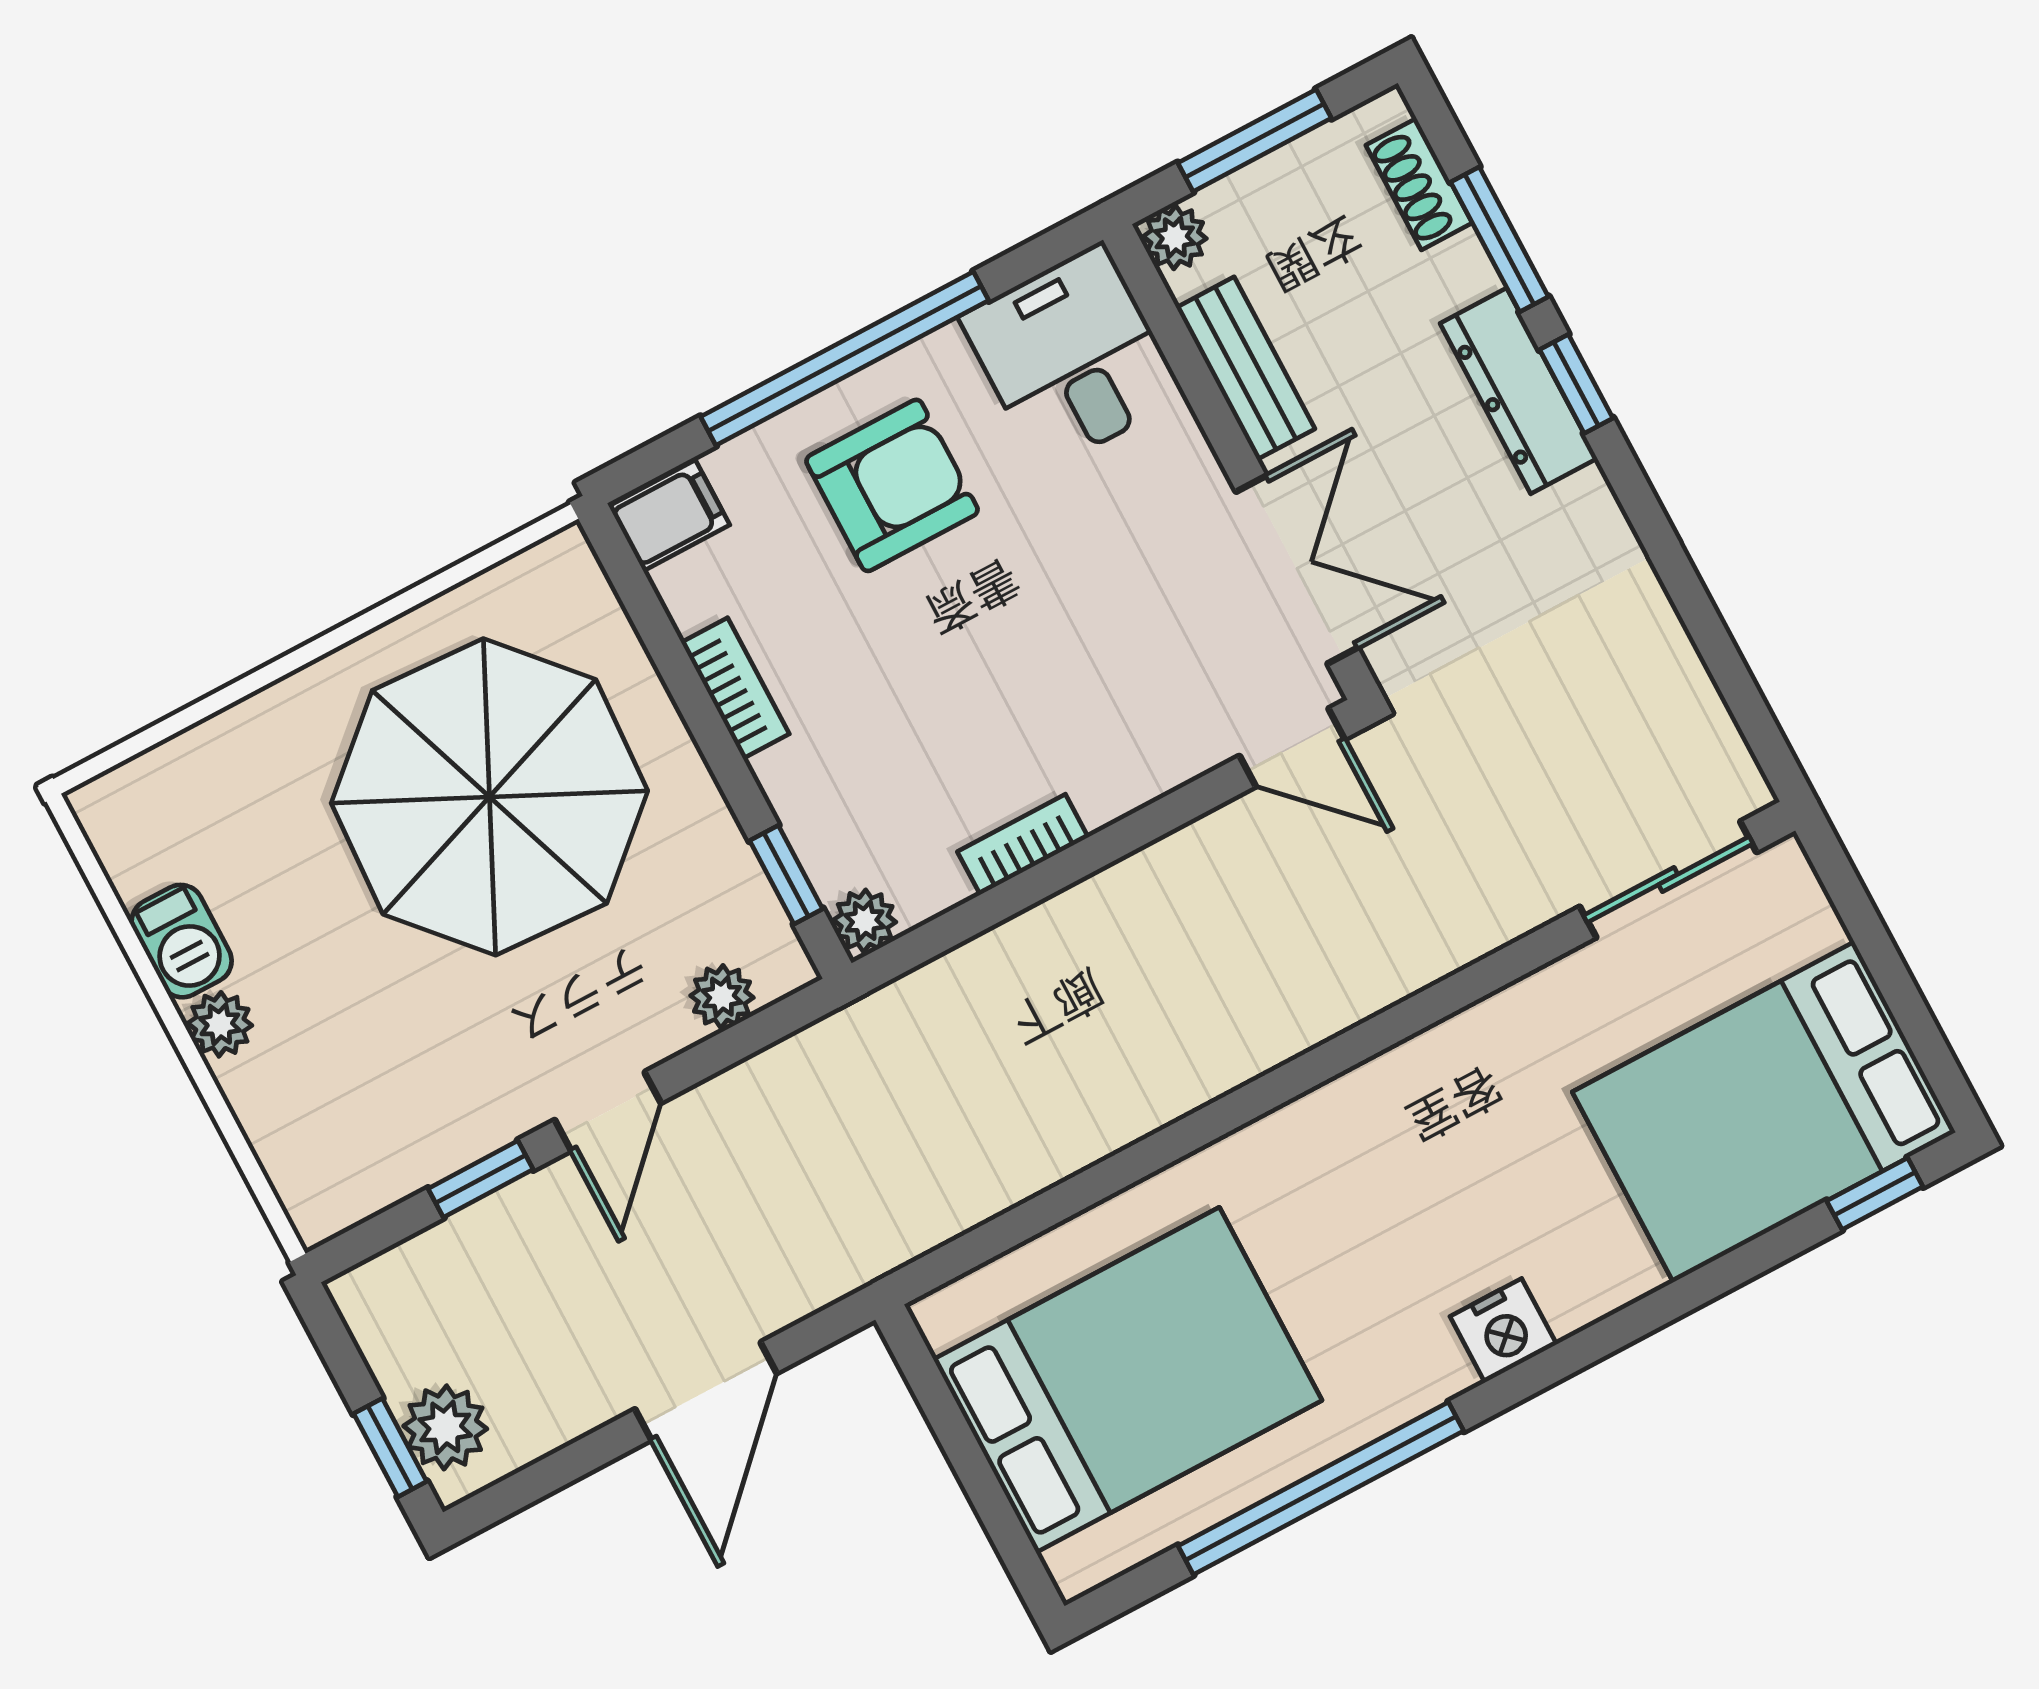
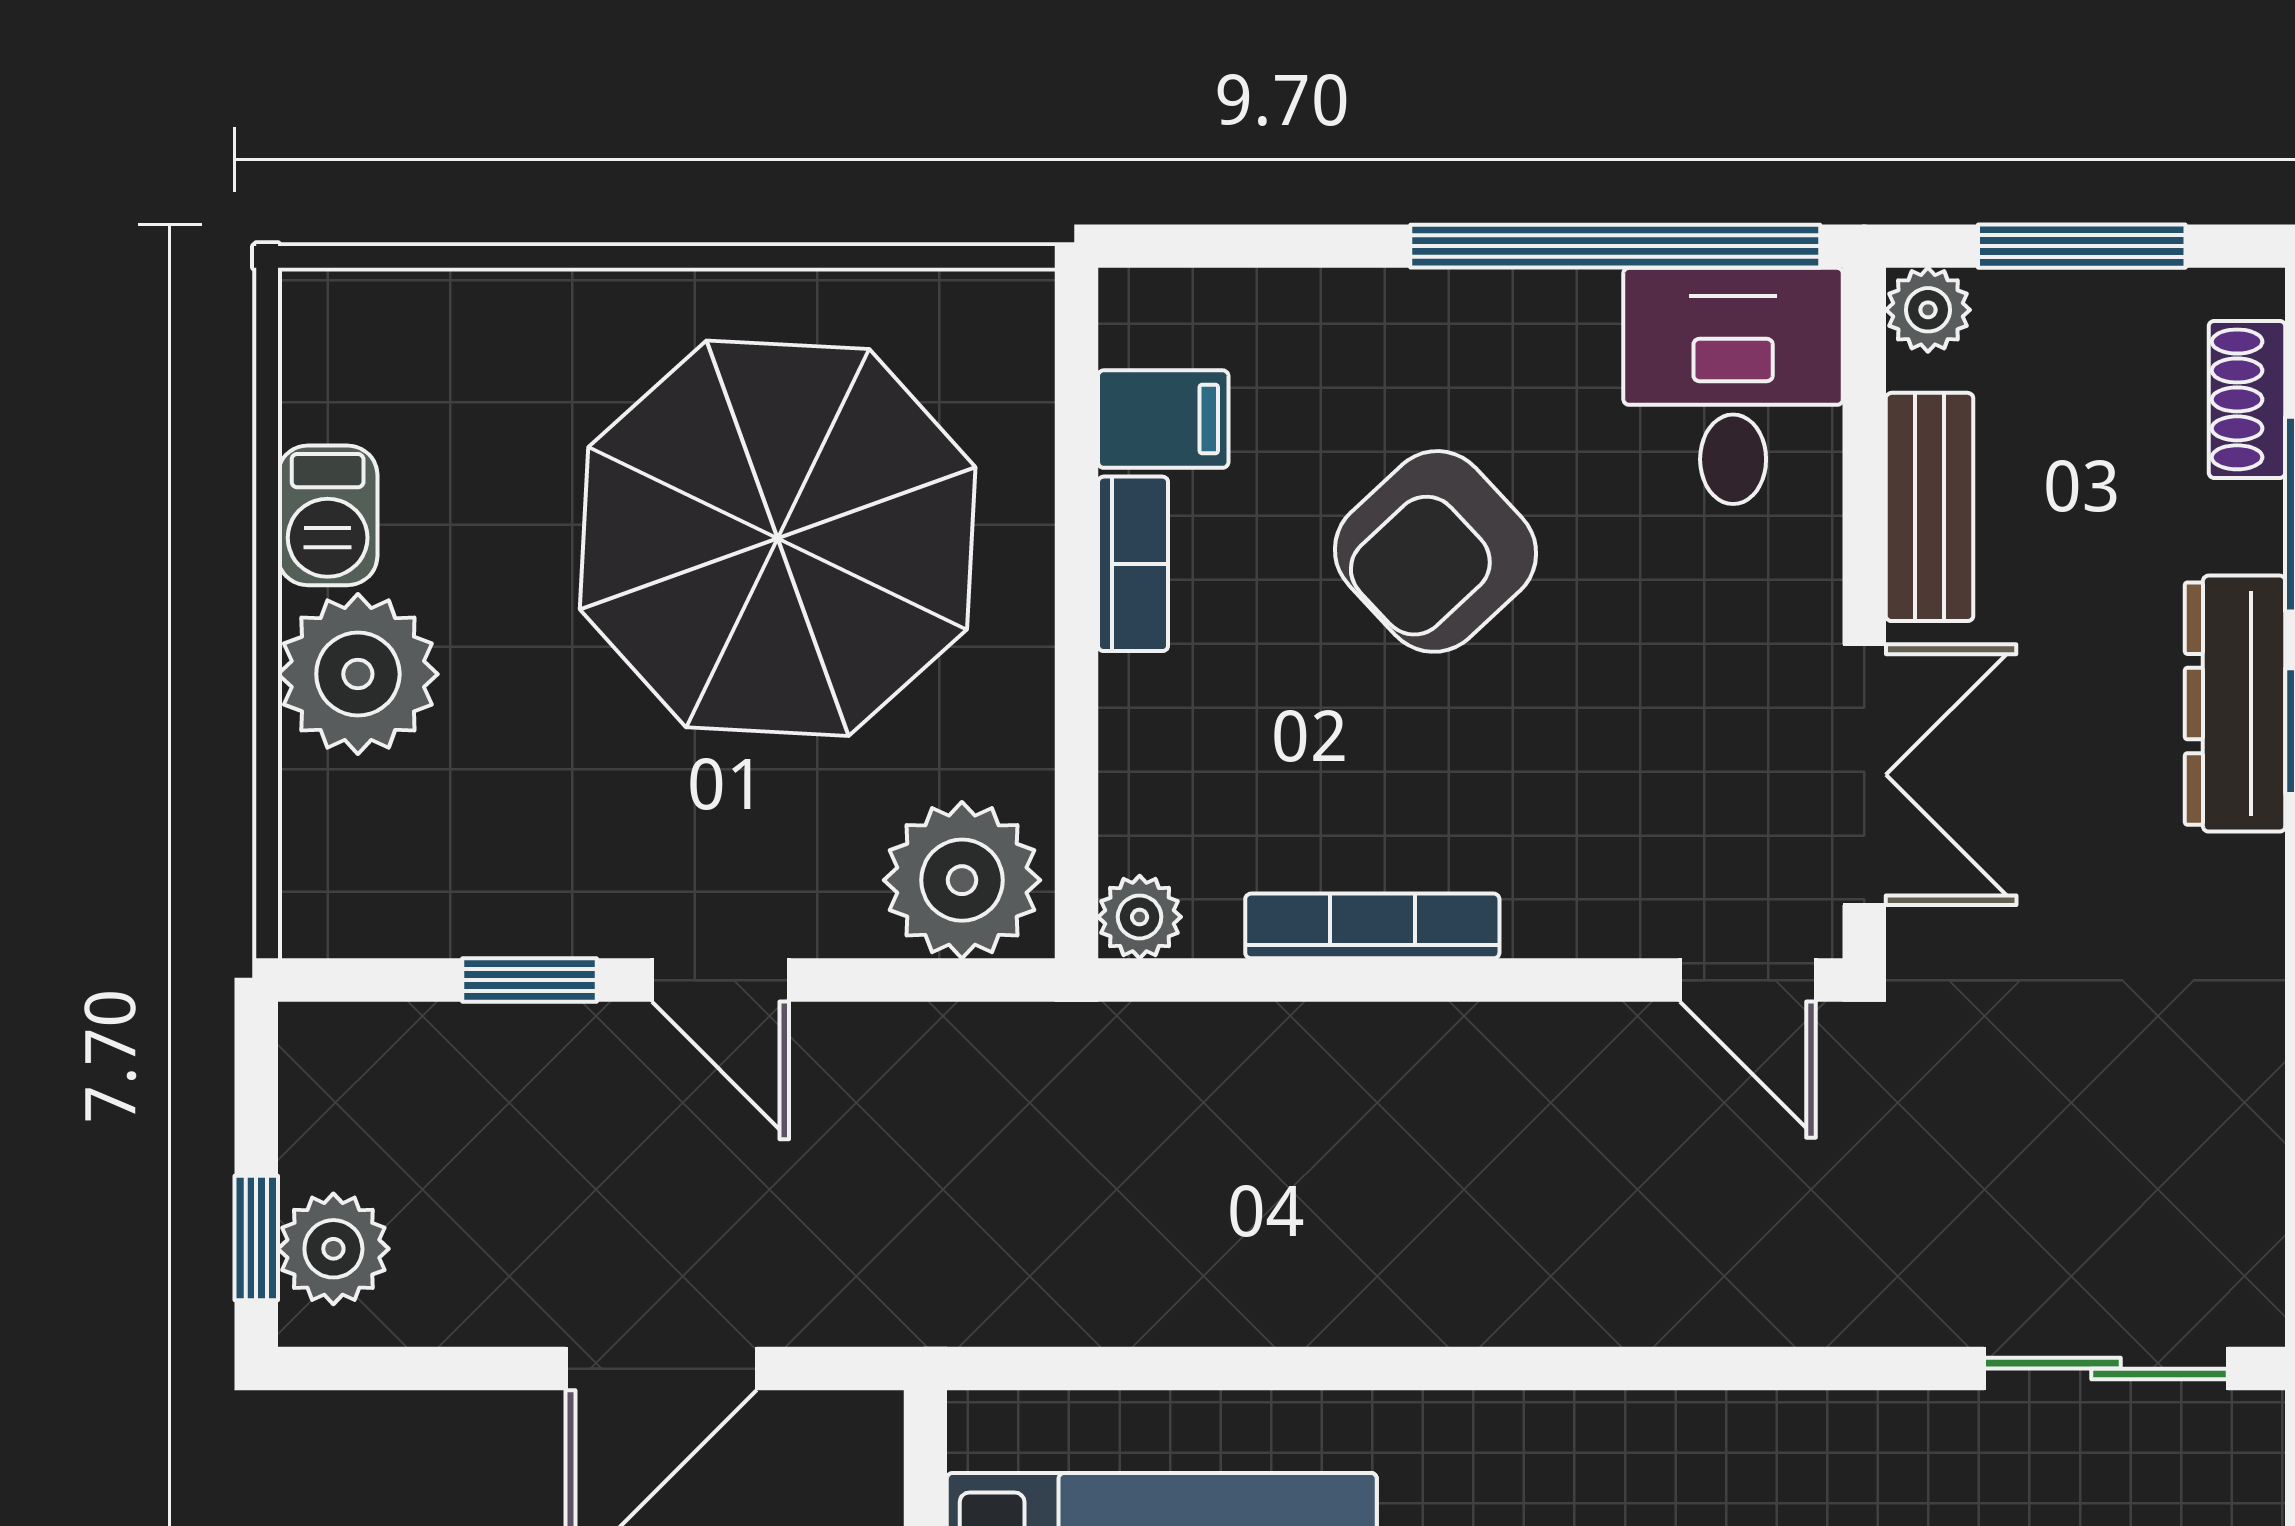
window: (845, 359) -> (1615, 246), moved
armchair: (892, 485) -> (1436, 551), moved, turned 137
filing cabinet: (669, 516) -> (1163, 419), moved
bookcase: (1023, 845) -> (1372, 926), width x1.56
window: (786, 875) -> (1076, 814), removed
plant: (722, 997) -> (962, 880), width x1.88, depth x1.88
plant: (220, 1024) -> (358, 674), width x1.88, depth x1.88
door: (608, 1111) -> (720, 980), hinge flipped

